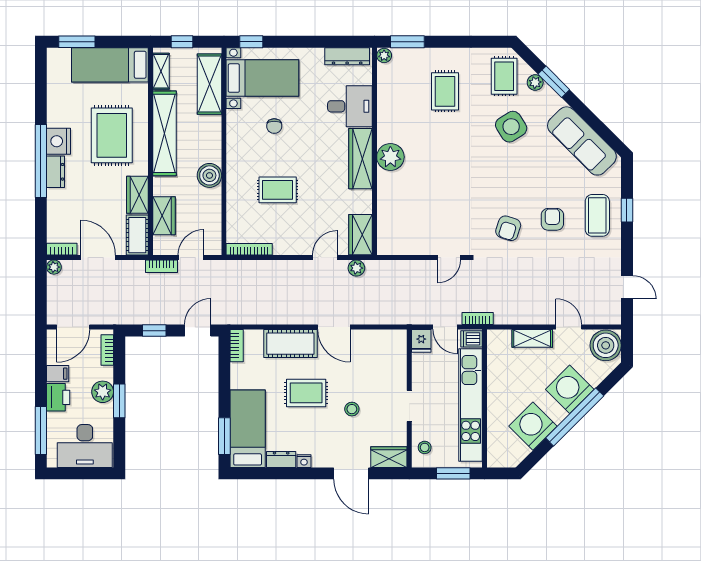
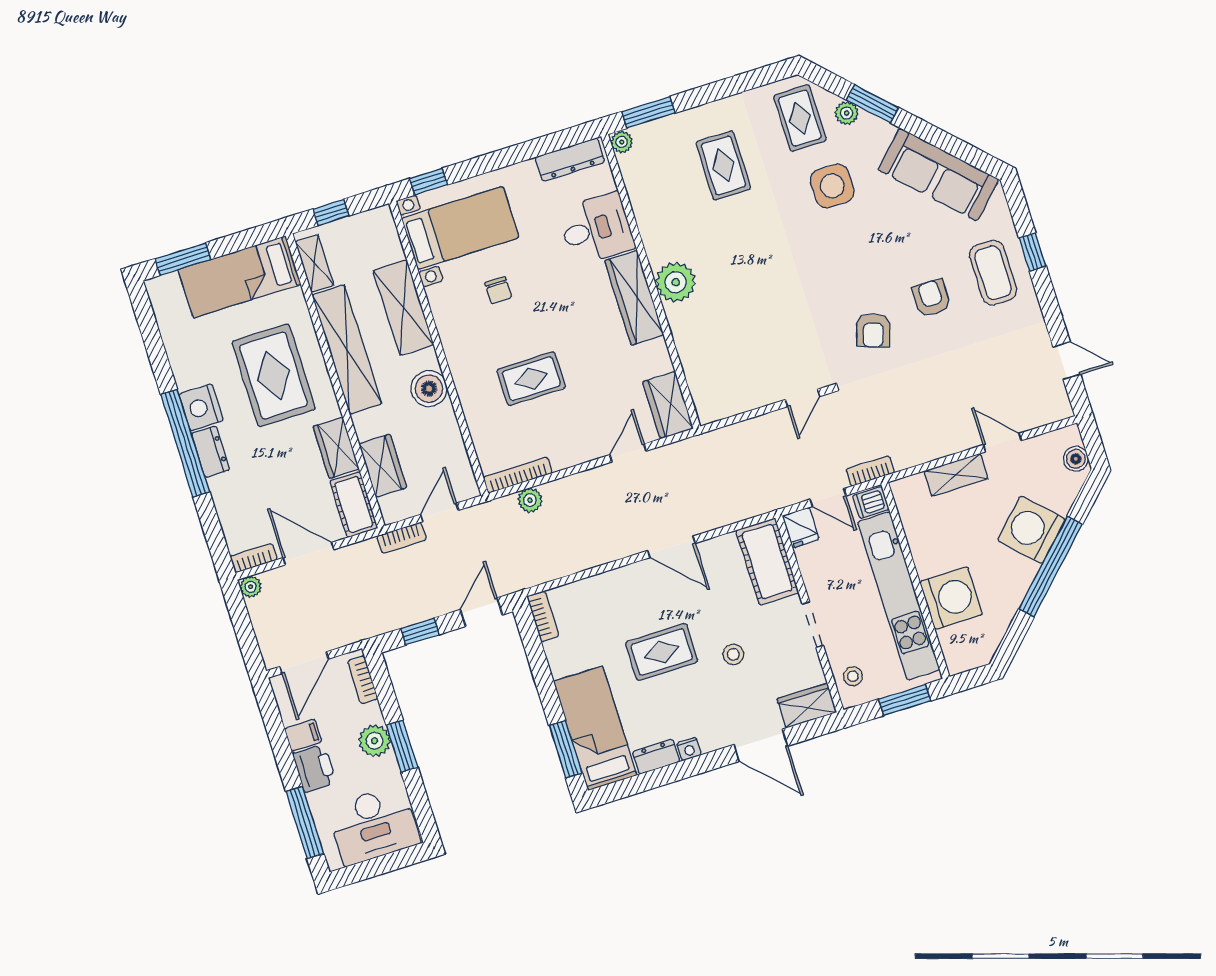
shelving: (209, 84) -> (403, 308), moved
side table: (511, 127) -> (832, 186), turned 32
plant: (356, 268) -> (530, 500), moved
cot: (290, 344) -> (767, 562), moved, turned 90
boiler: (606, 345) -> (1076, 459), width x0.54, depth x0.54
washing machine: (533, 426) -> (951, 598), moved, turned 135

